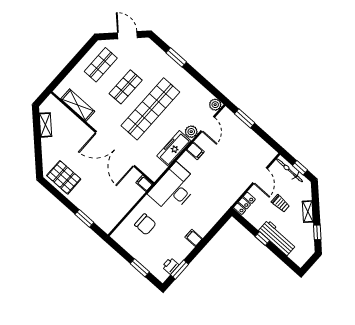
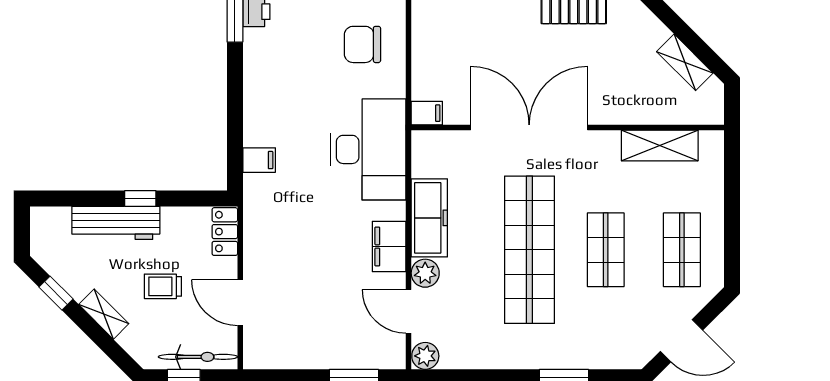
filing cabinet: (195, 151) -> (389, 246), width x2.00
filing cabinet: (194, 238) -> (259, 160), moved

